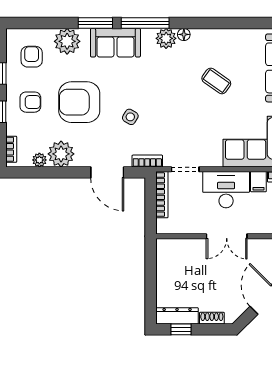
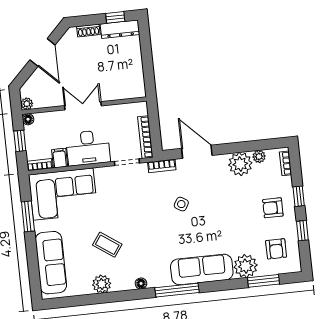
window: (95, 23) -> (264, 281), moved
plant: (166, 38) -> (102, 284), moved
sofa: (115, 43) -> (202, 269), width x1.36
armchair: (79, 102) -> (229, 212), removed

